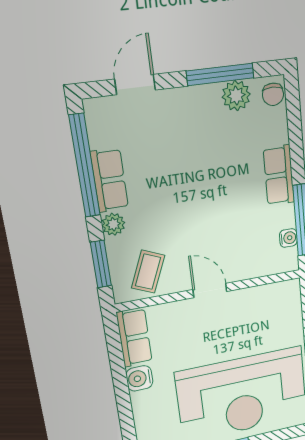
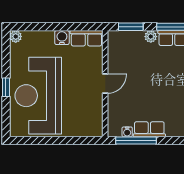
row of seats: (279, 175) -> (149, 129), moved
coffee table: (148, 272) -> (122, 51), removed

